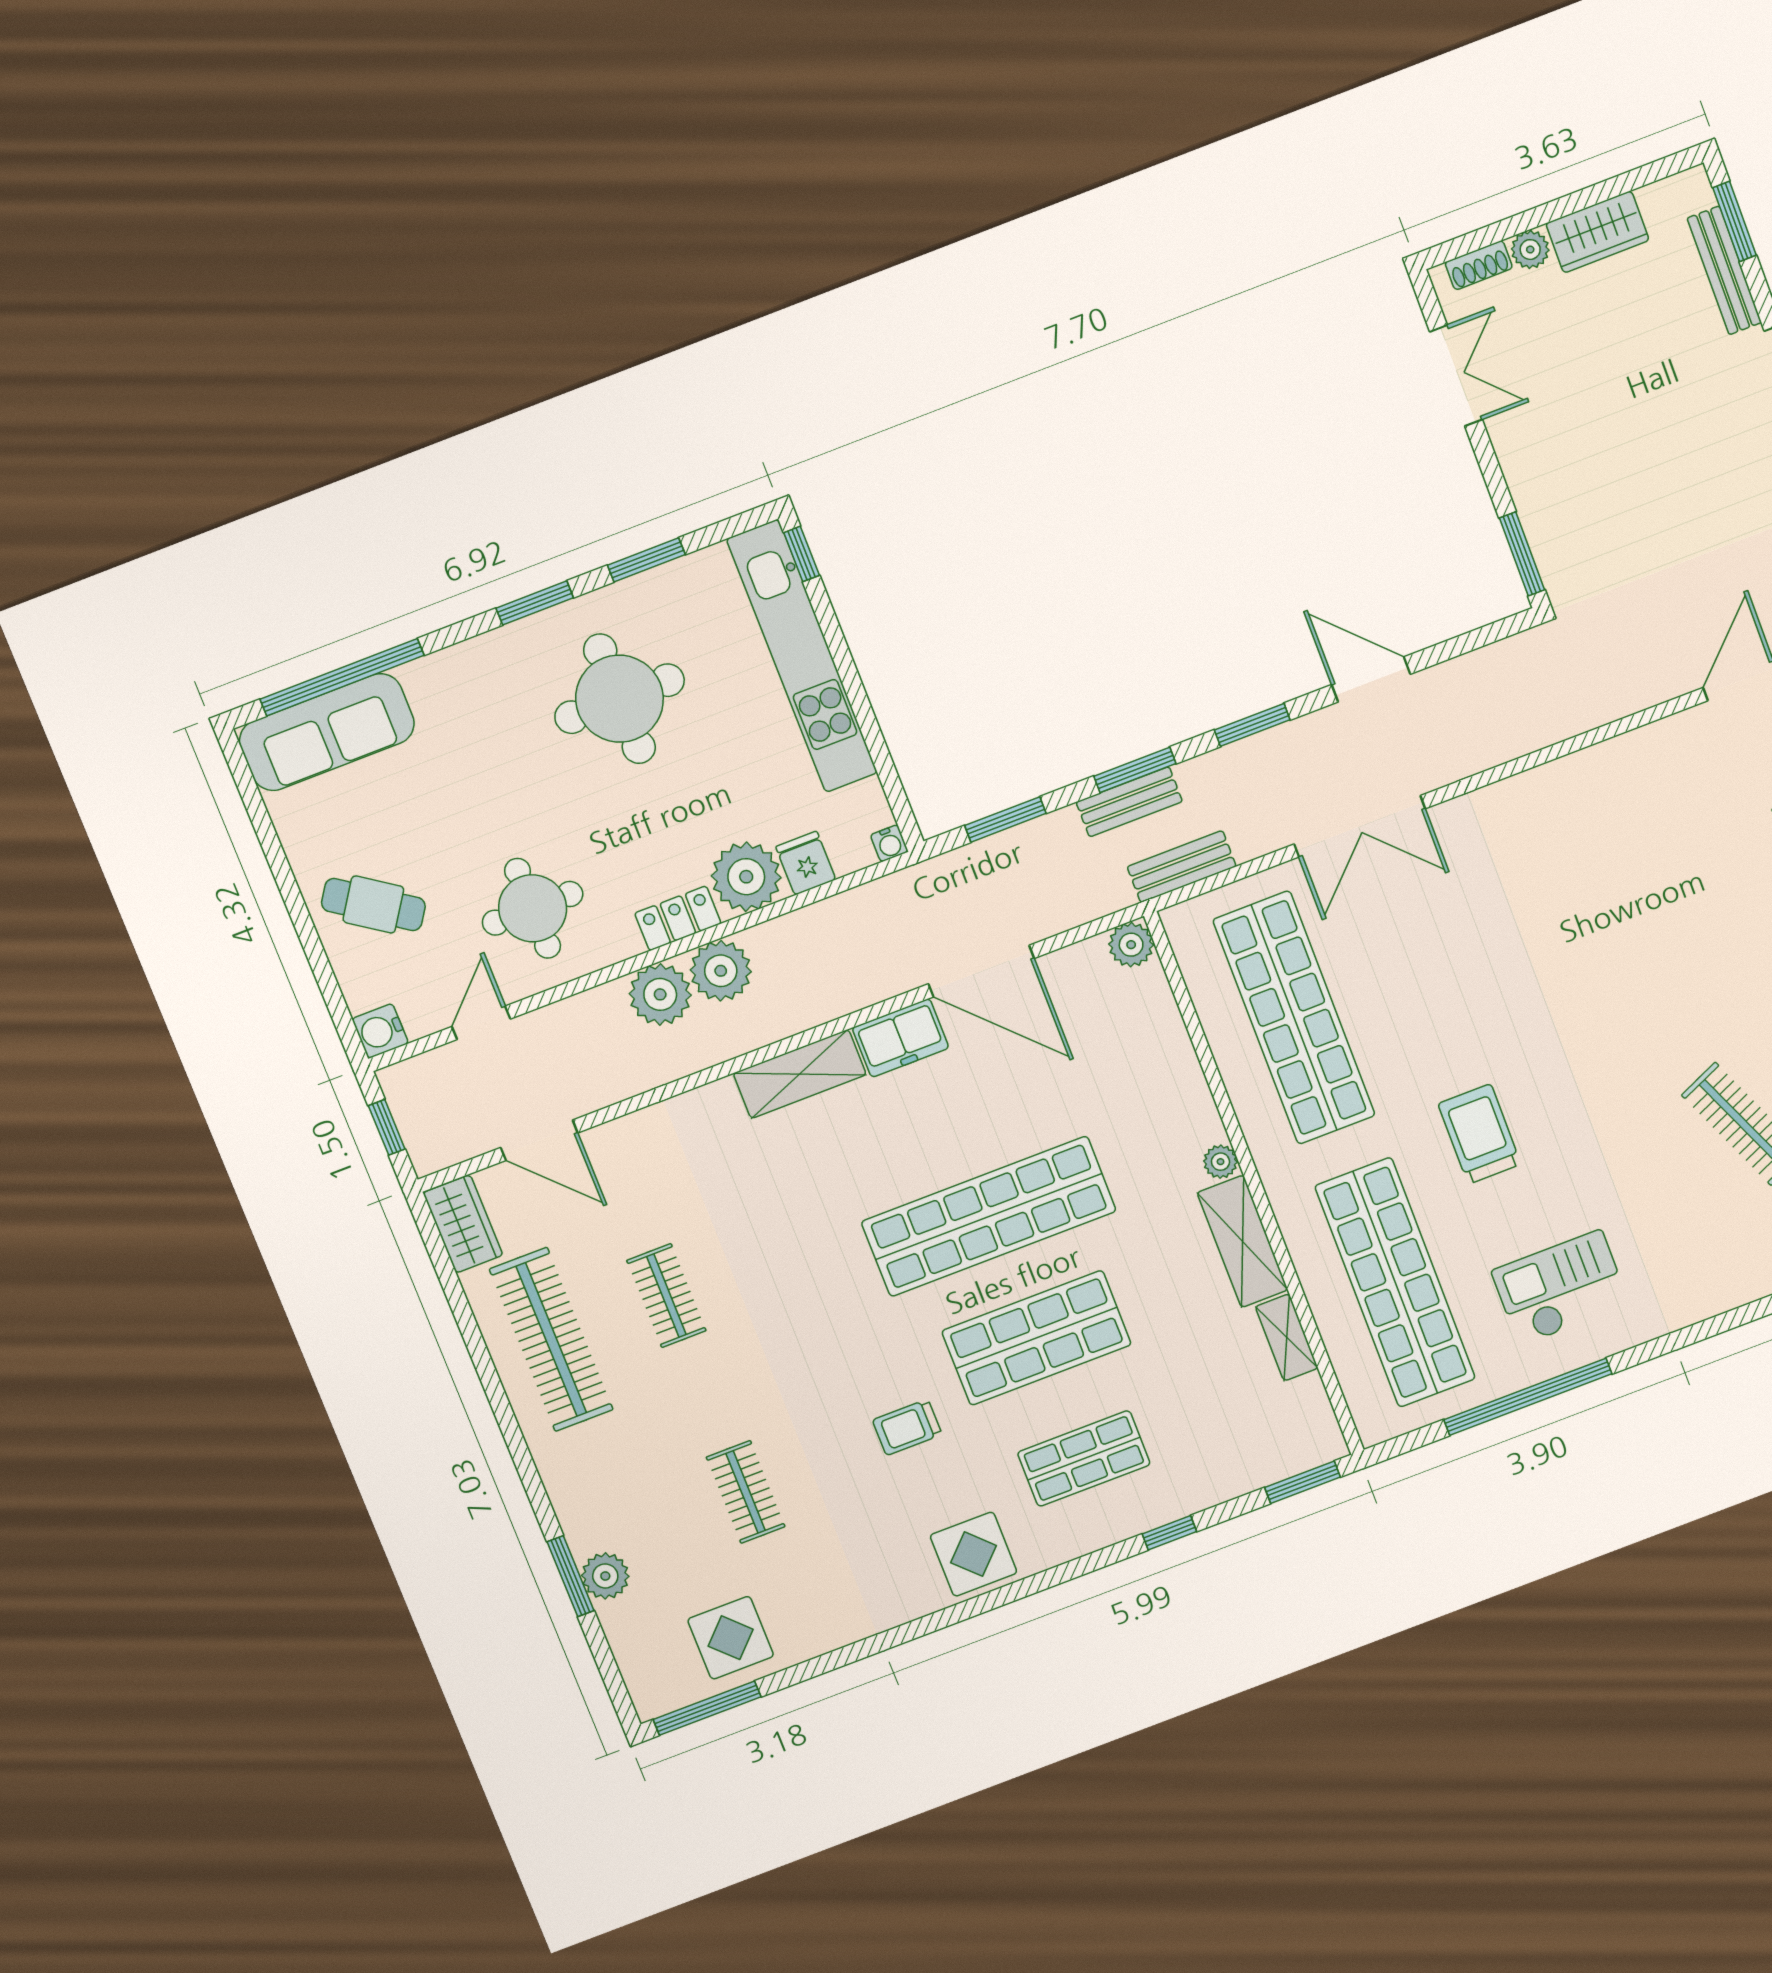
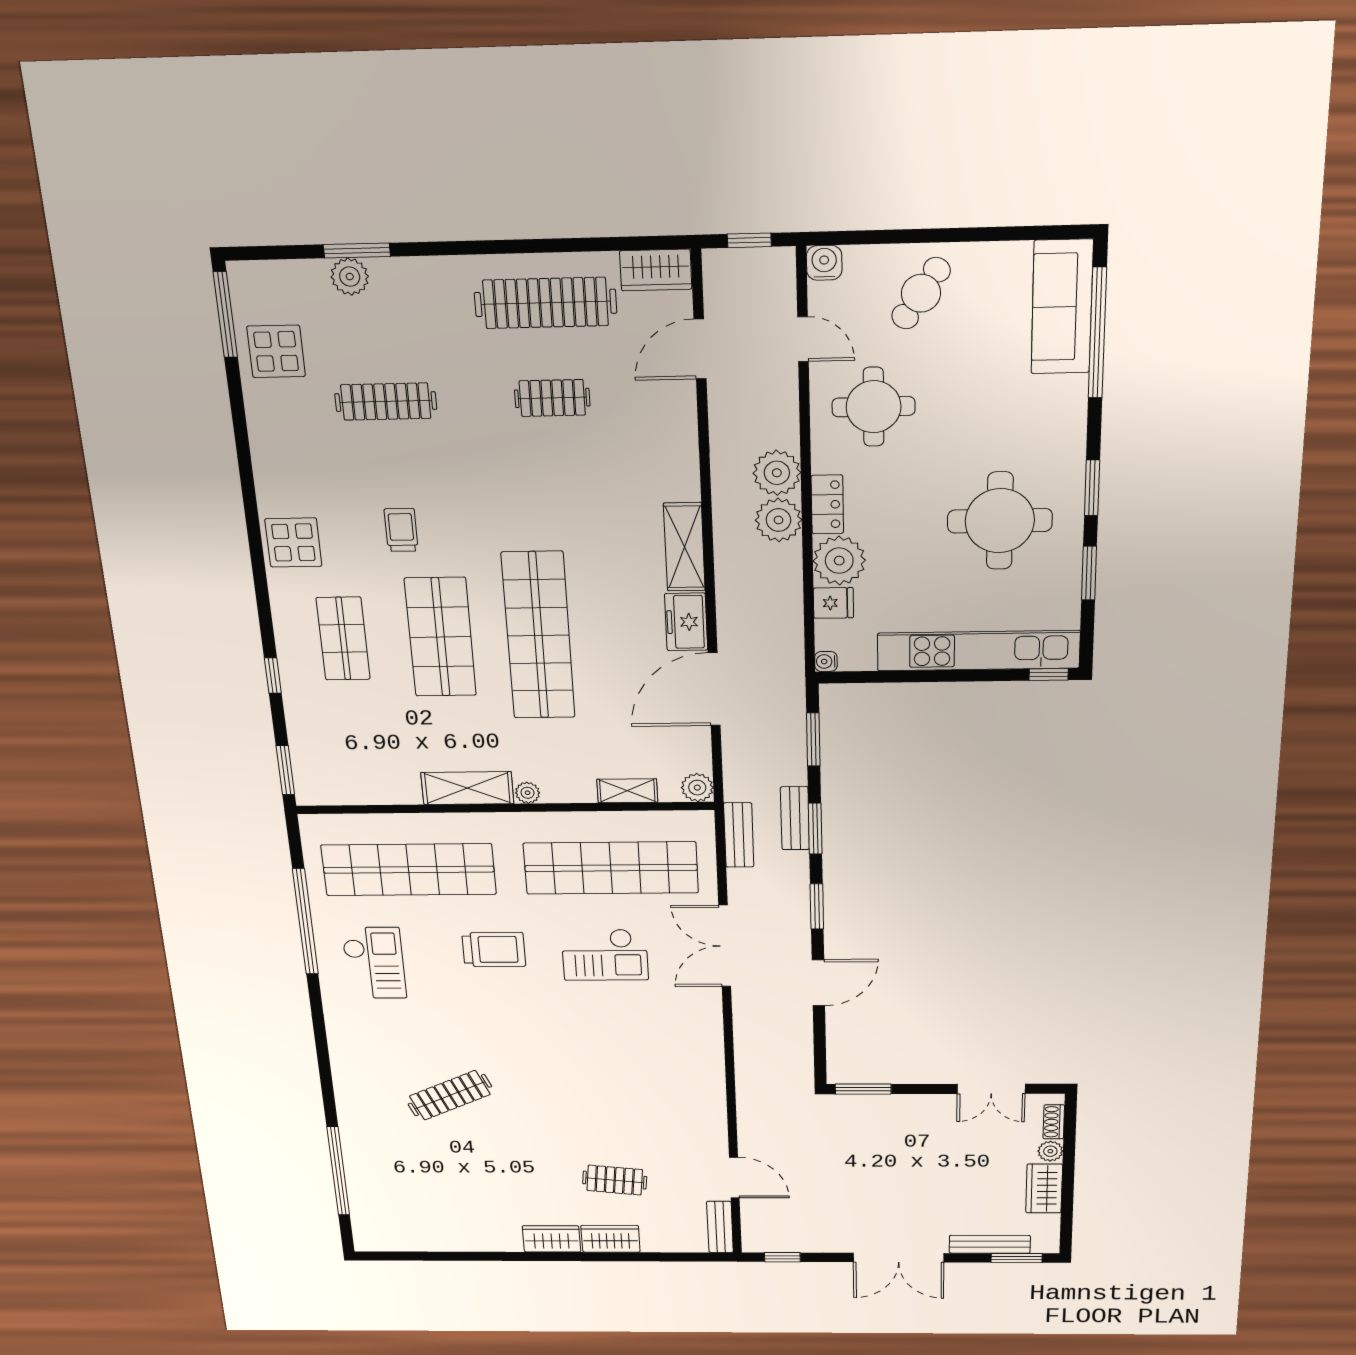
checkout: (1433, 983) -> (605, 955), added
shelving: (1287, 1337) -> (627, 791), moved
clothes rail: (746, 1492) -> (386, 402), width x1.36

